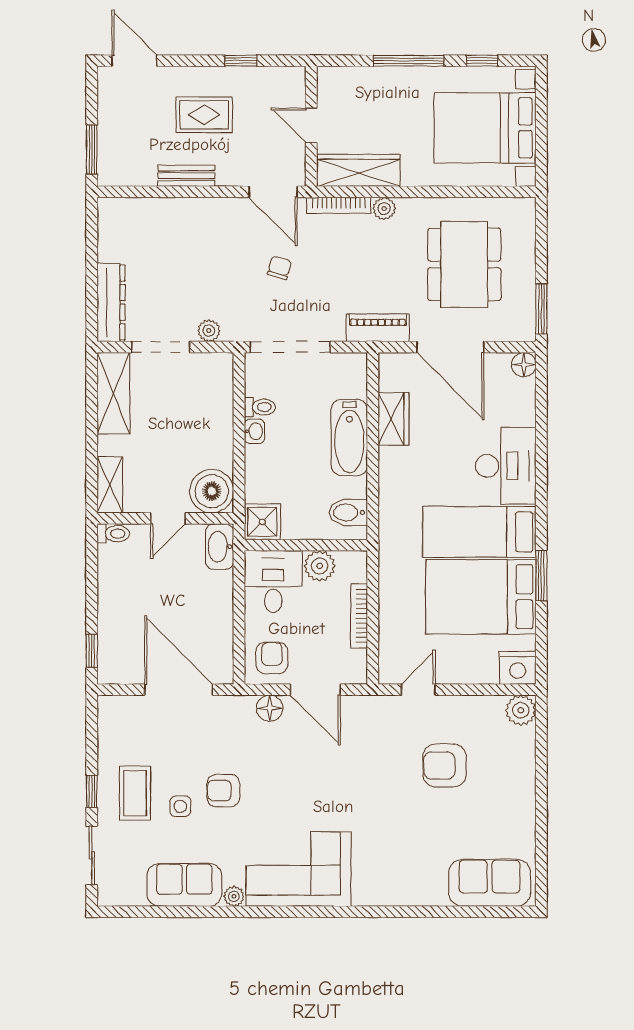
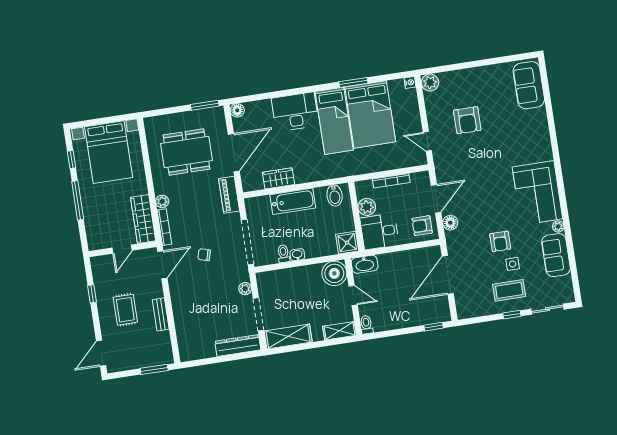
nightstand: (518, 668) -> (410, 82), width x0.53, depth x0.56

